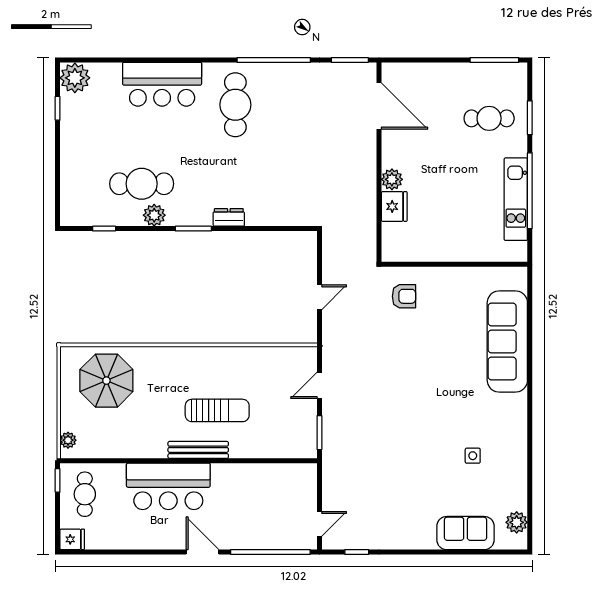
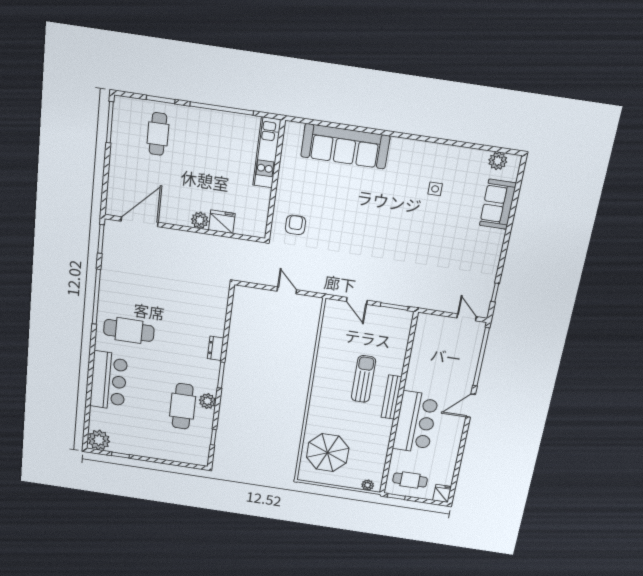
kitchen unit: (516, 199) -> (267, 153), moved, turned 90

